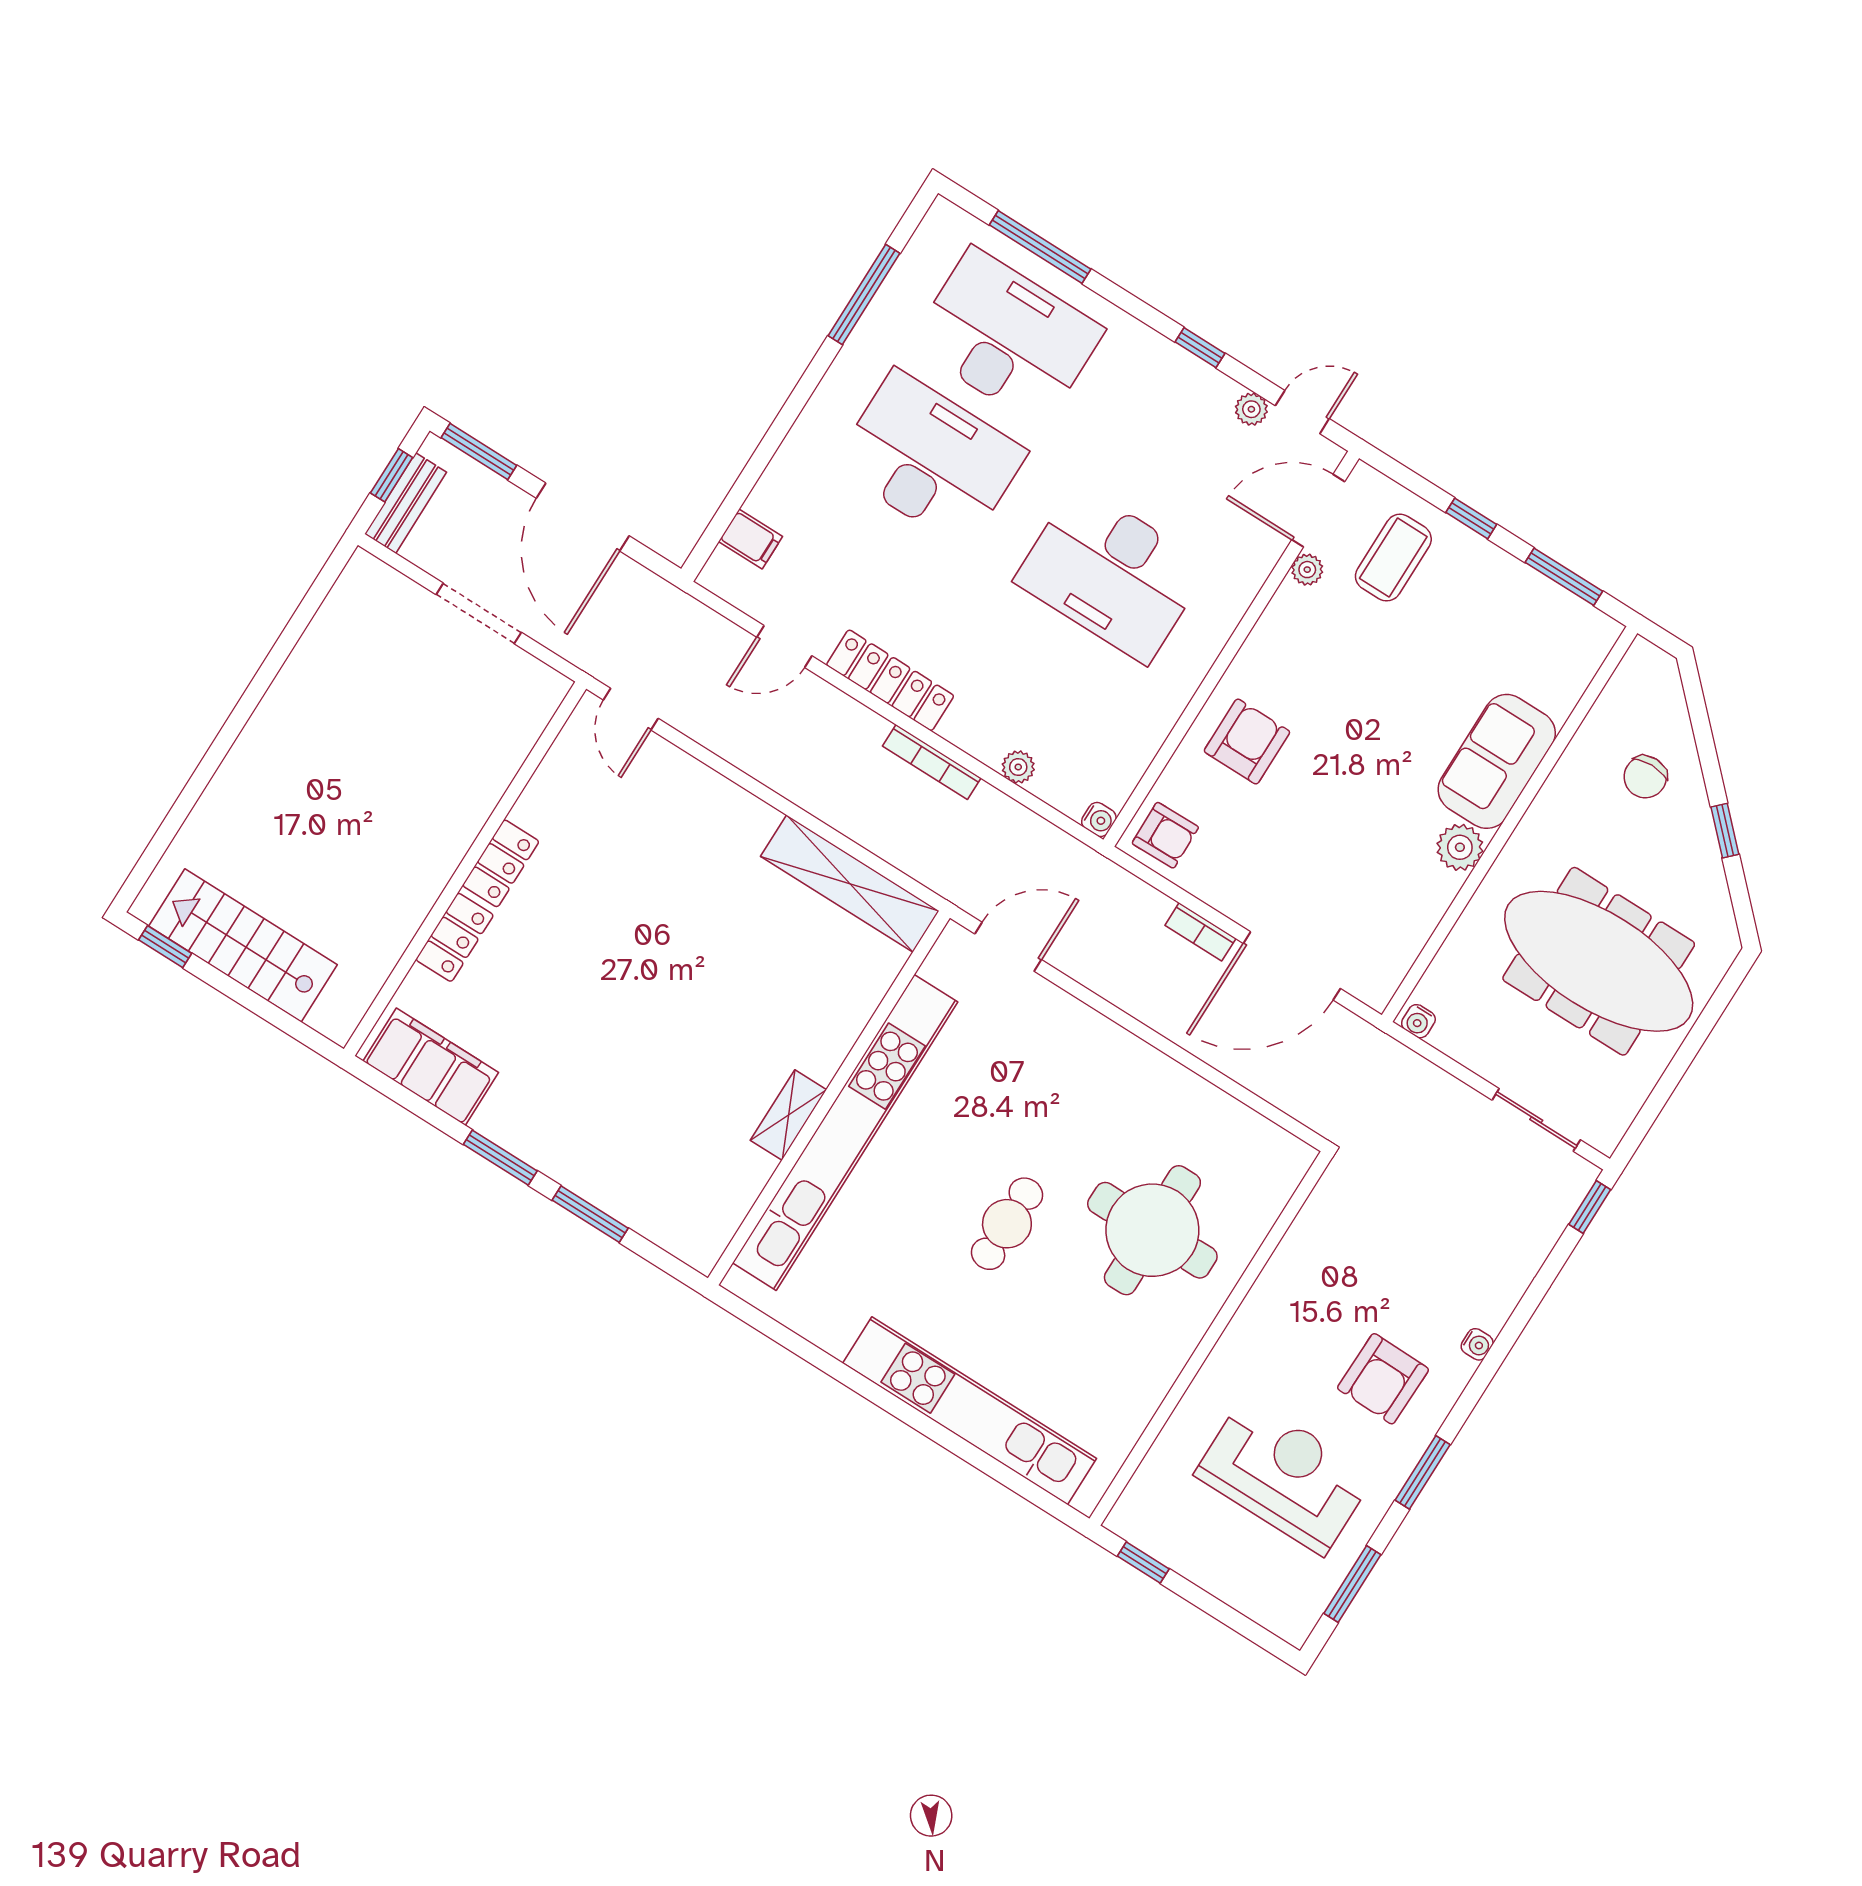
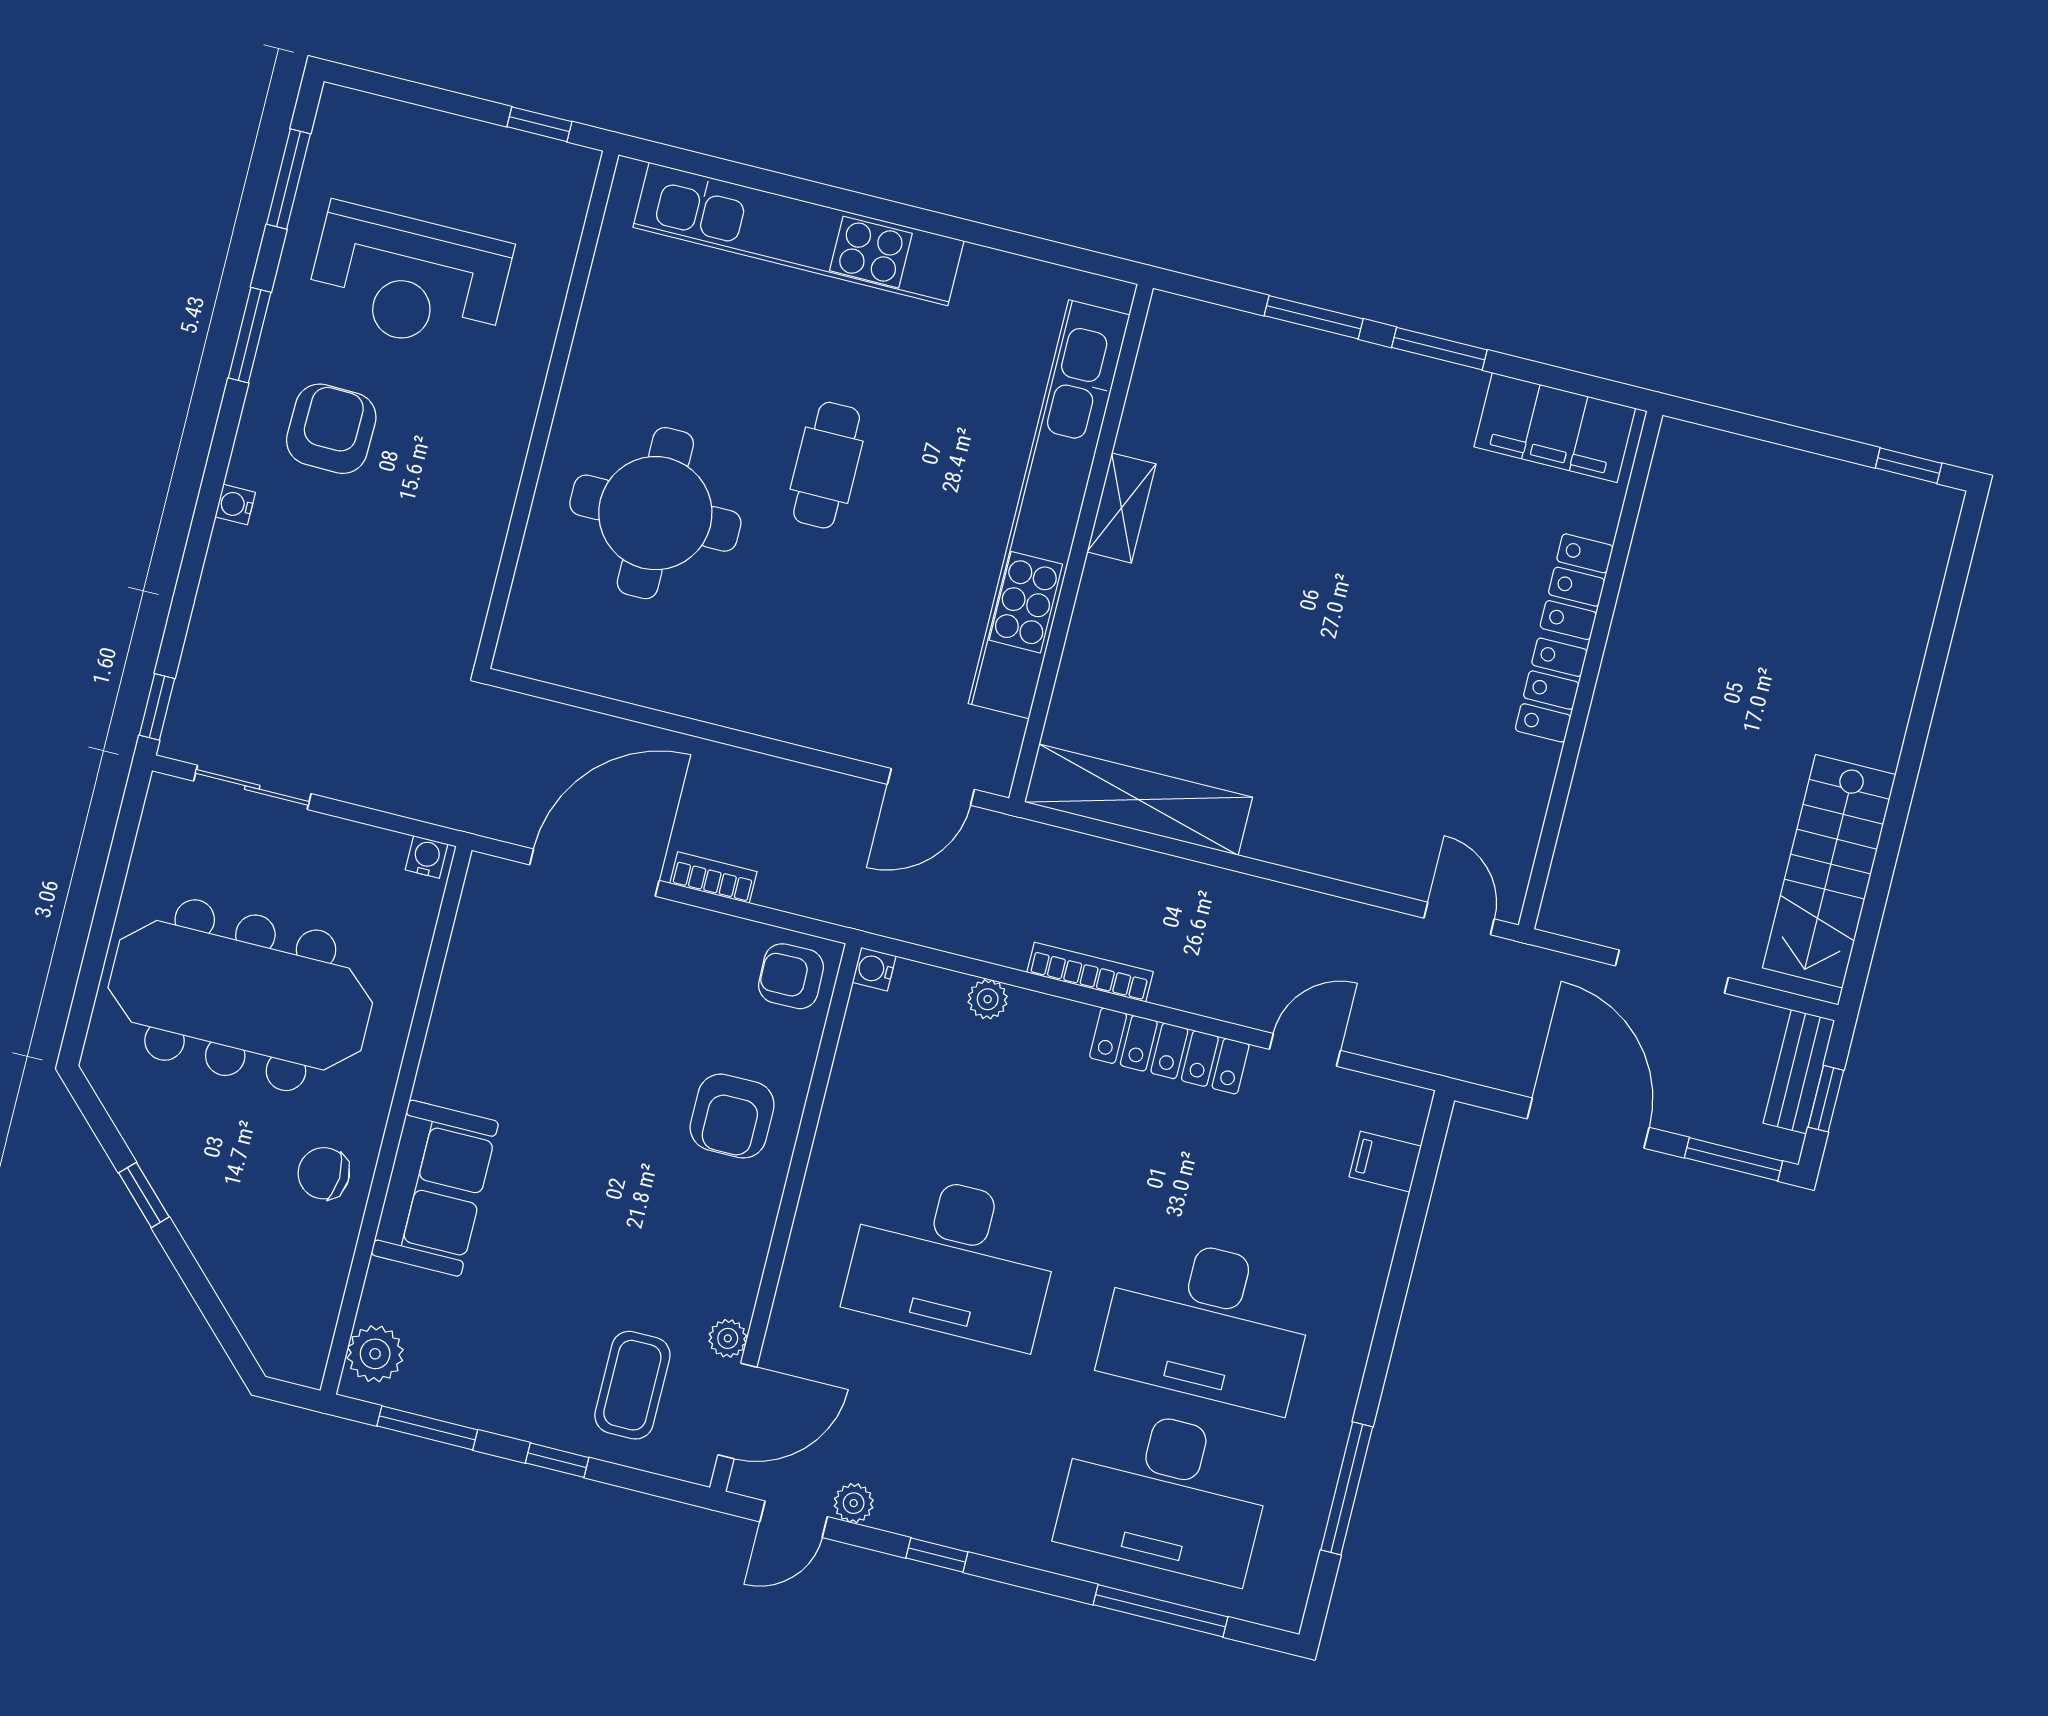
desk: (1112, 574) -> (953, 1259), turned 180
chair: (1645, 777) -> (324, 1173), moved, turned -88
plant: (1460, 847) -> (375, 1354), moved
stairs: (243, 945) -> (1829, 871), moved, turned 90

